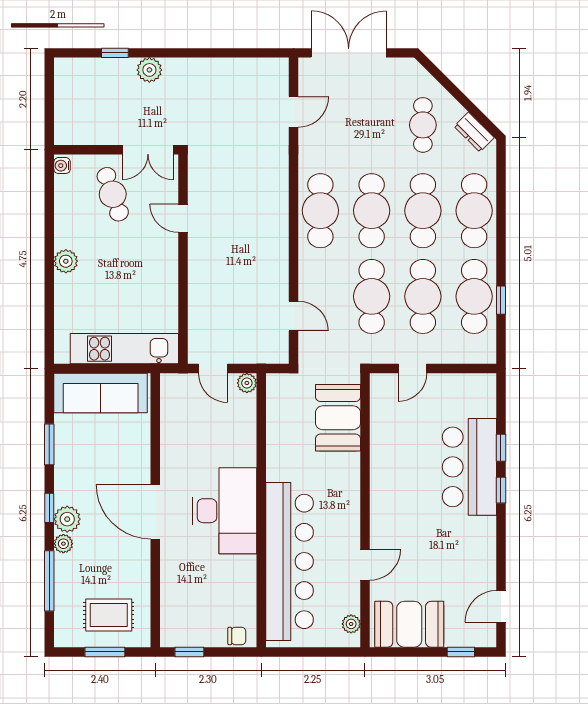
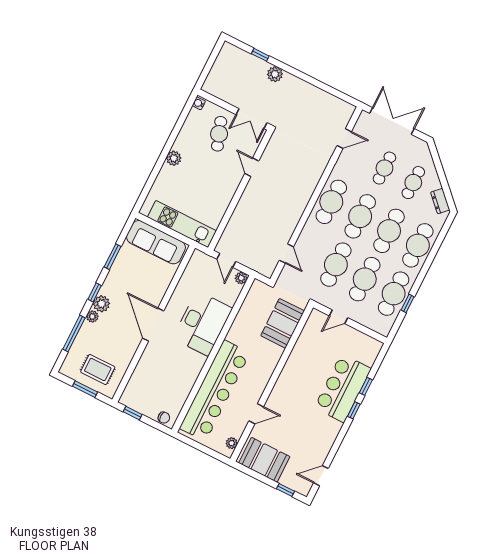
cafe table: (372, 125) -> (384, 168), added
desk: (224, 511) -> (203, 323), moved

